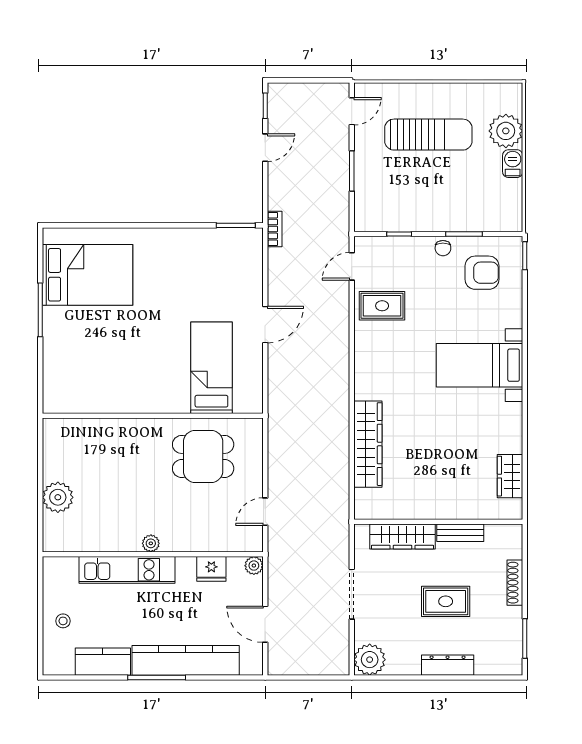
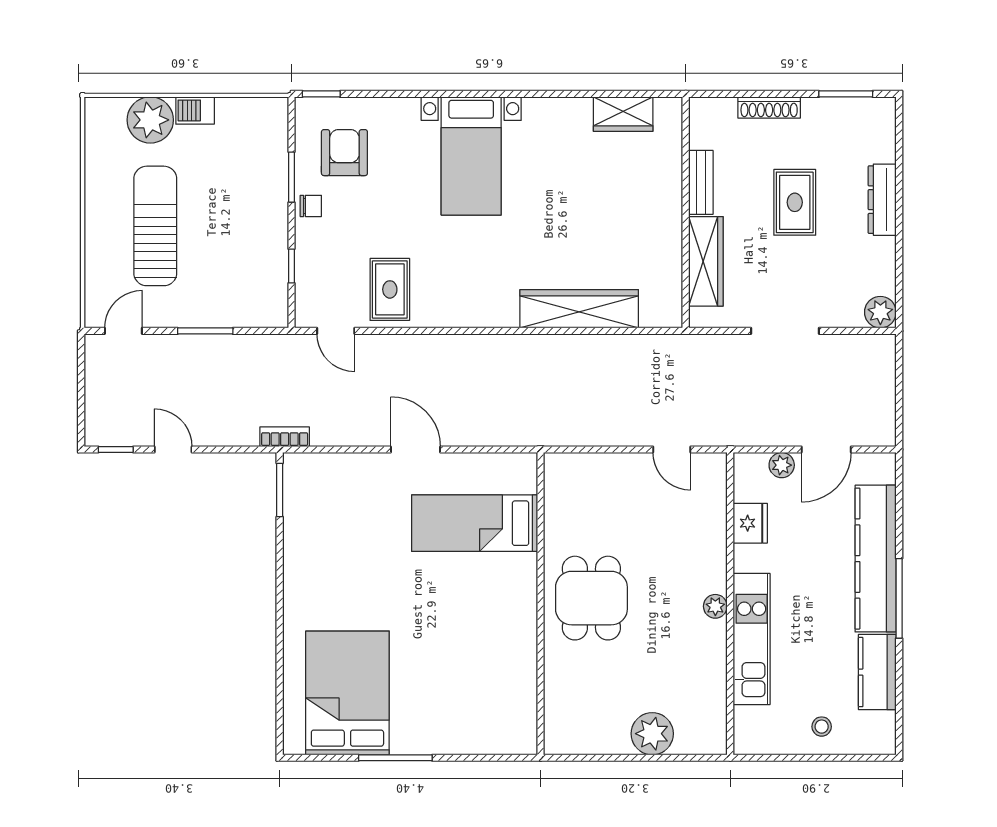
door: (352, 111) -> (123, 331), hinge flipped
dining table: (203, 456) -> (591, 598), moved
plant: (254, 566) -> (782, 465), moved
plant: (370, 660) -> (880, 312), width x0.73, depth x0.73

